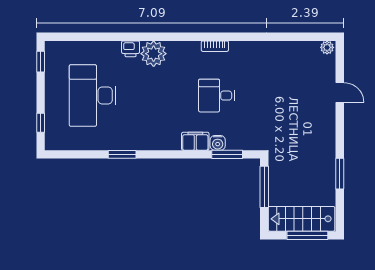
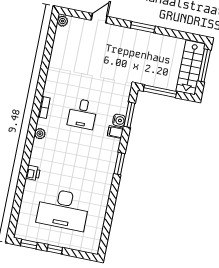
plant: (154, 54) -> (40, 134), moved, width x0.53, depth x0.53
window: (41, 123) -> (55, 249), moved
filing cabinet: (195, 141) -> (115, 132), width x0.50
window: (122, 154) -> (119, 164), moved
window: (340, 174) -> (143, 27), moved

